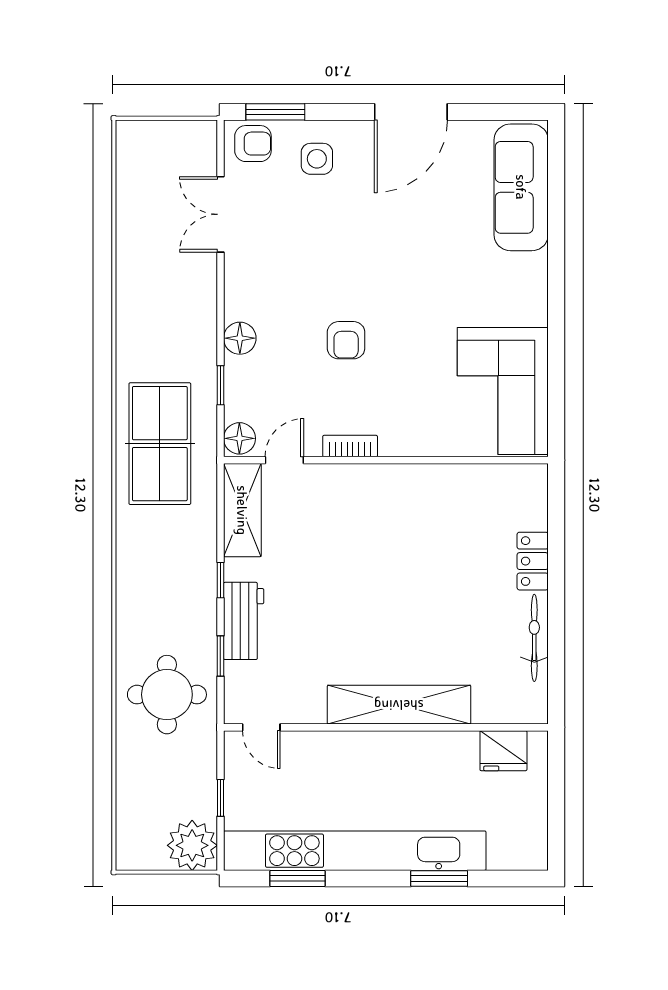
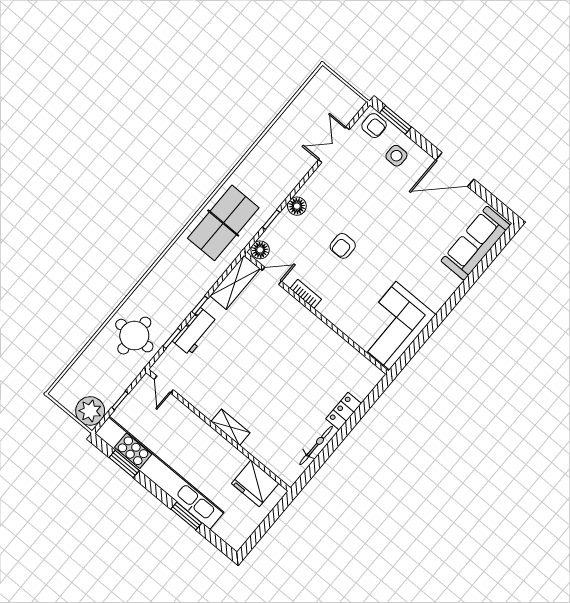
shelving: (399, 705) -> (231, 427), width x0.45, depth x0.75
fridge: (503, 751) -> (255, 483), width x1.36, depth x1.34

